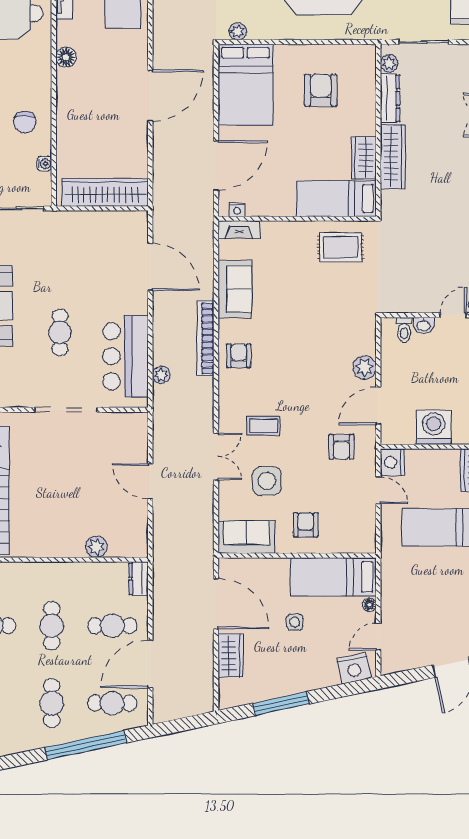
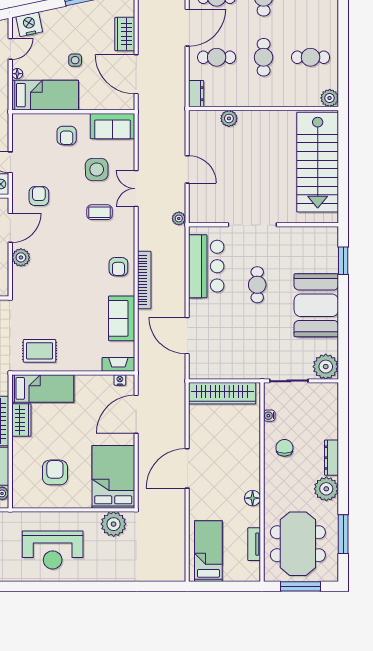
plant: (238, 31) -> (114, 524), width x1.87, depth x1.87
armchair: (321, 90) -> (55, 472), turned 180
plant: (161, 375) -> (179, 218), moved

